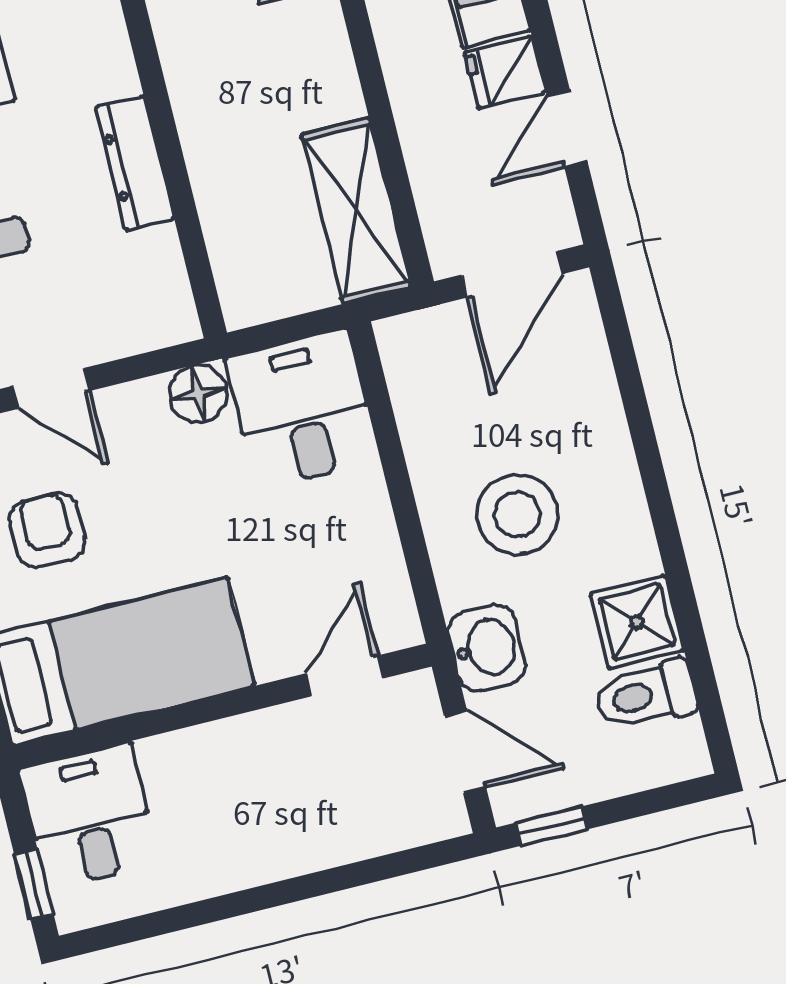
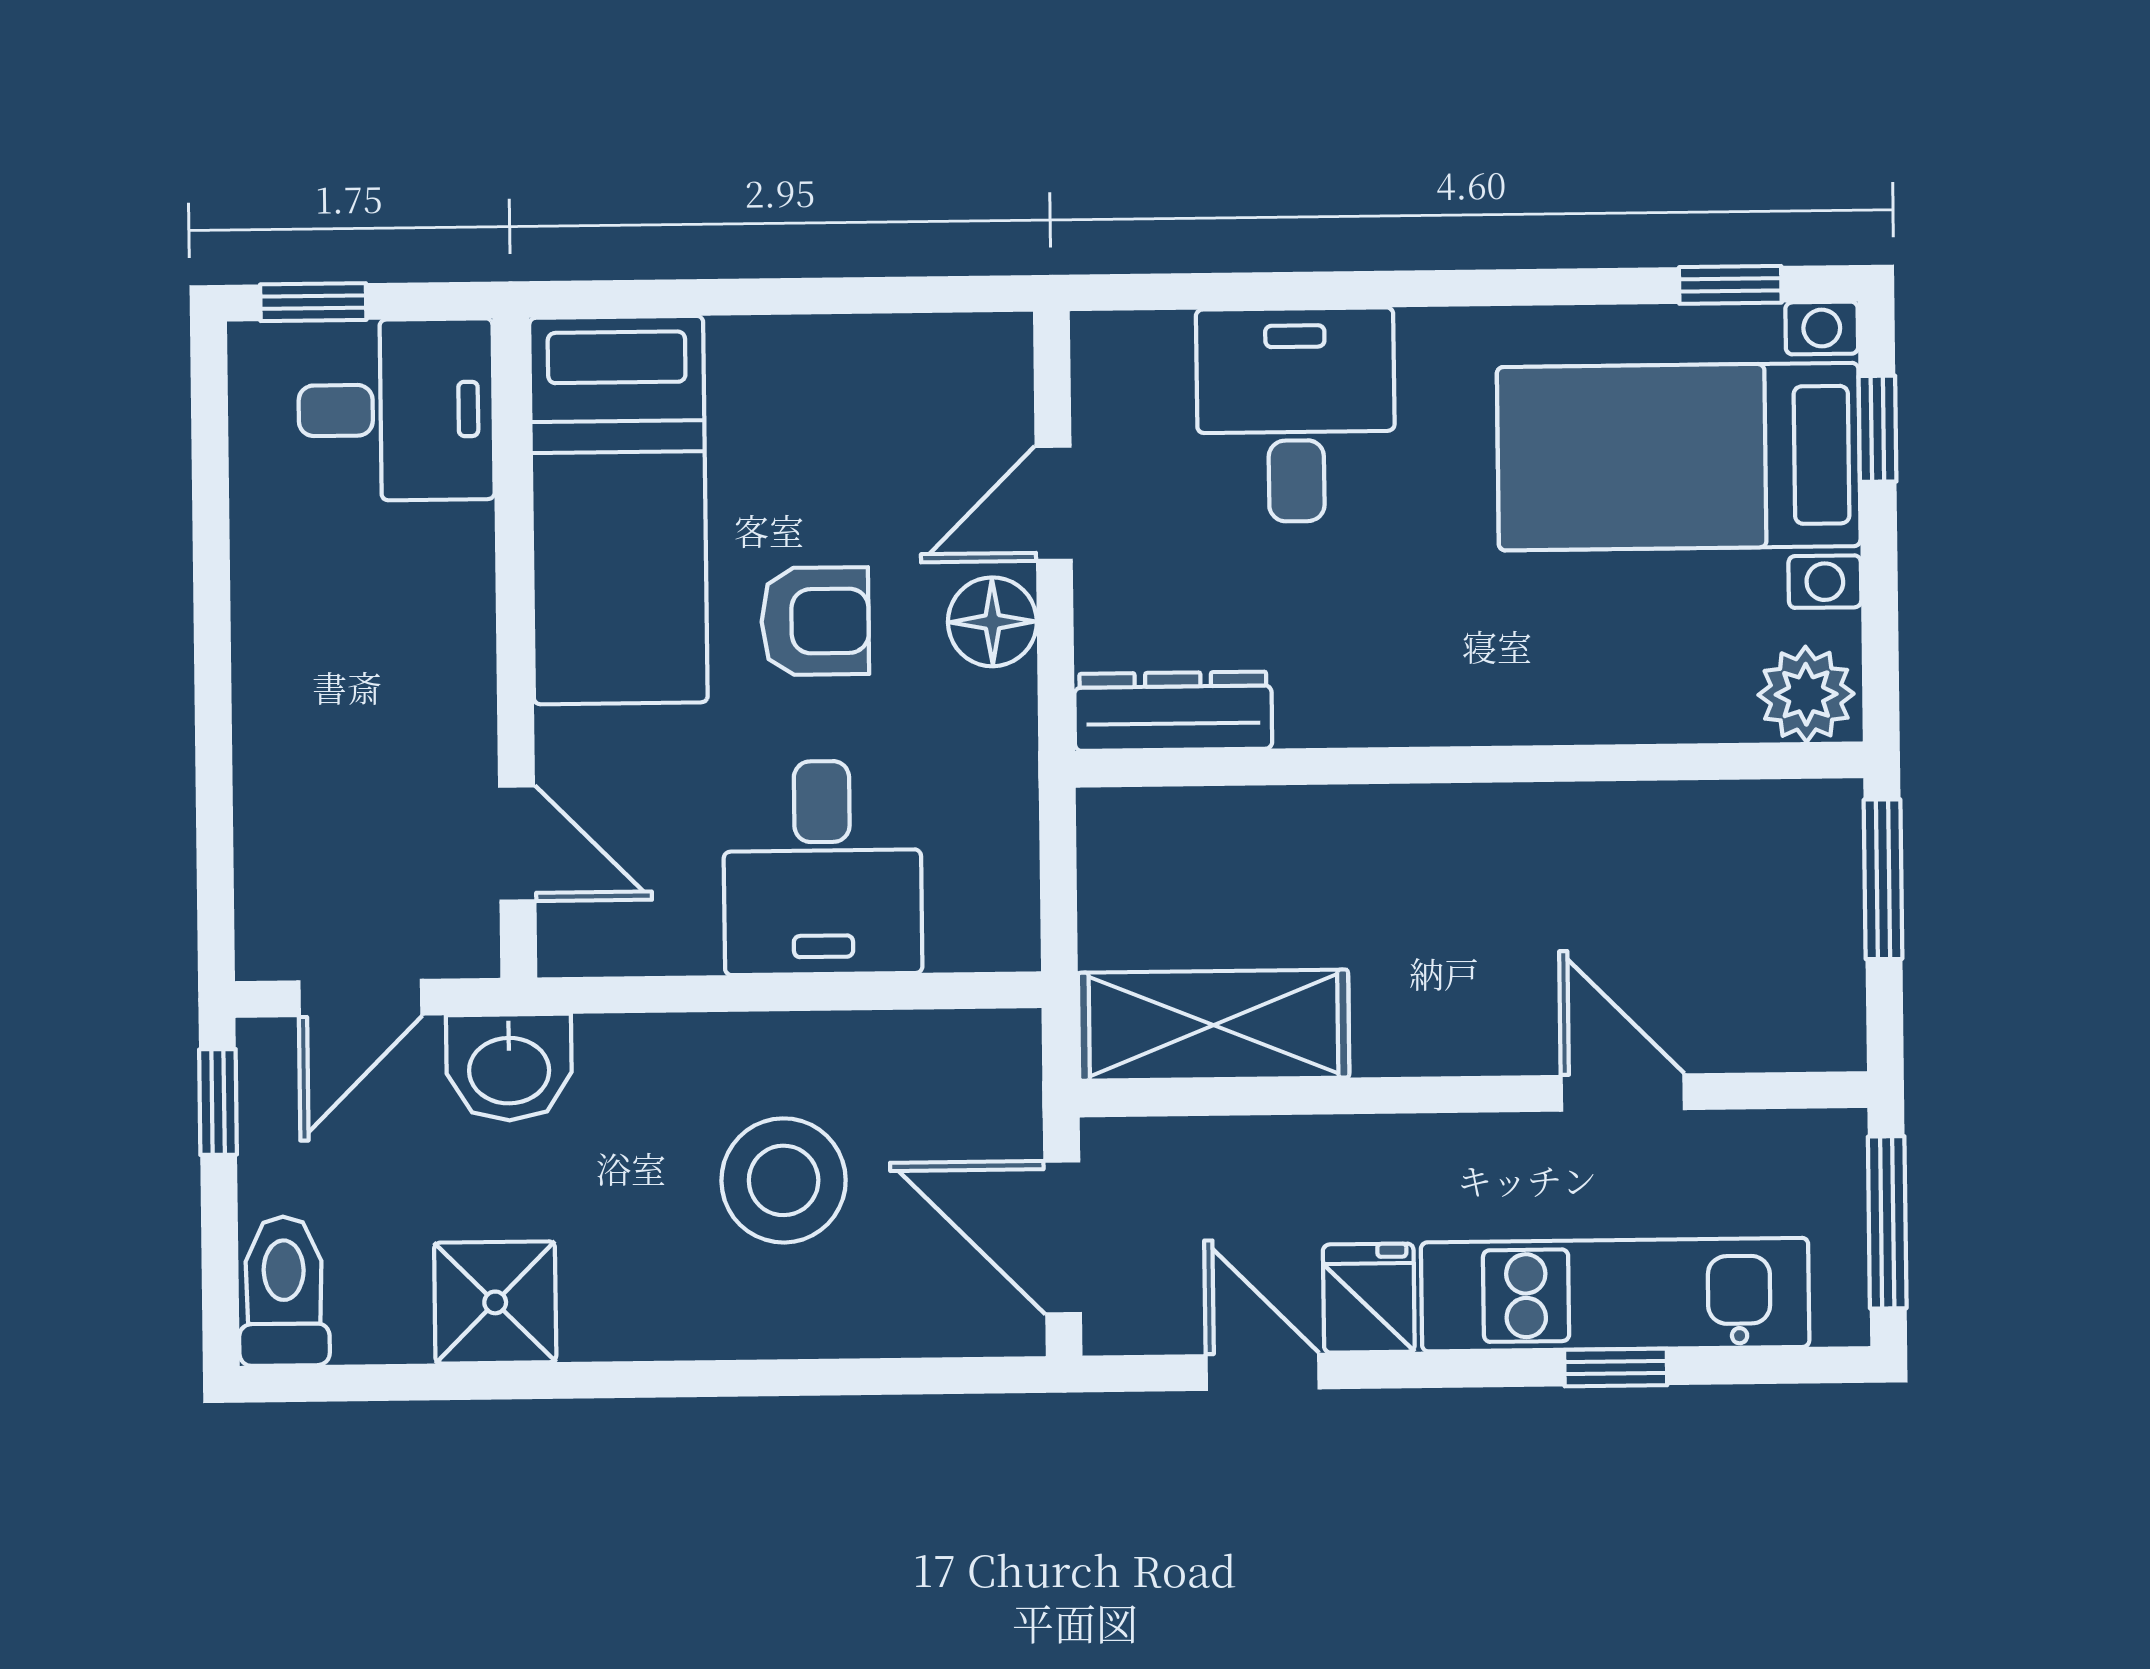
dresser: (135, 163) -> (1173, 711), moved
floor lamp: (198, 394) -> (992, 622), moved
desk: (302, 409) -> (823, 868), moved, turned 90
stool: (517, 514) -> (784, 1180), moved
armchair: (47, 530) -> (815, 621), moved
toilet: (646, 695) -> (284, 1291), moved

